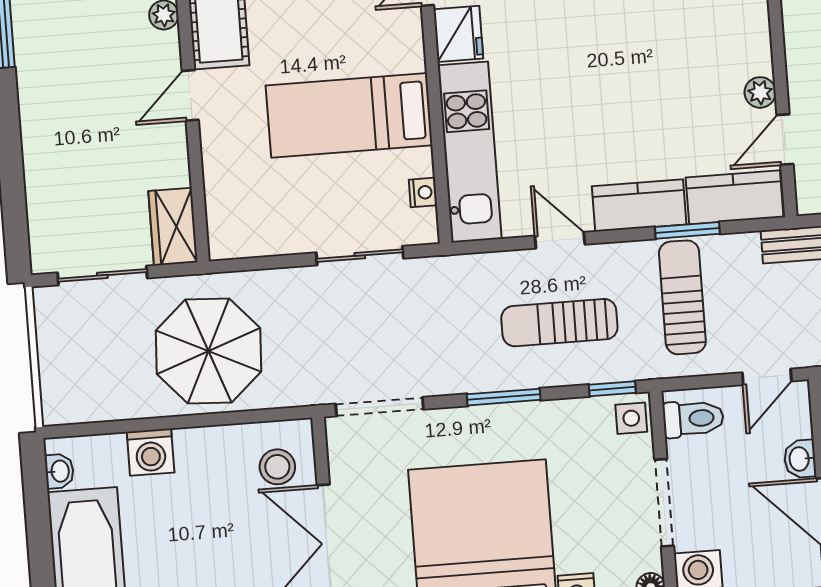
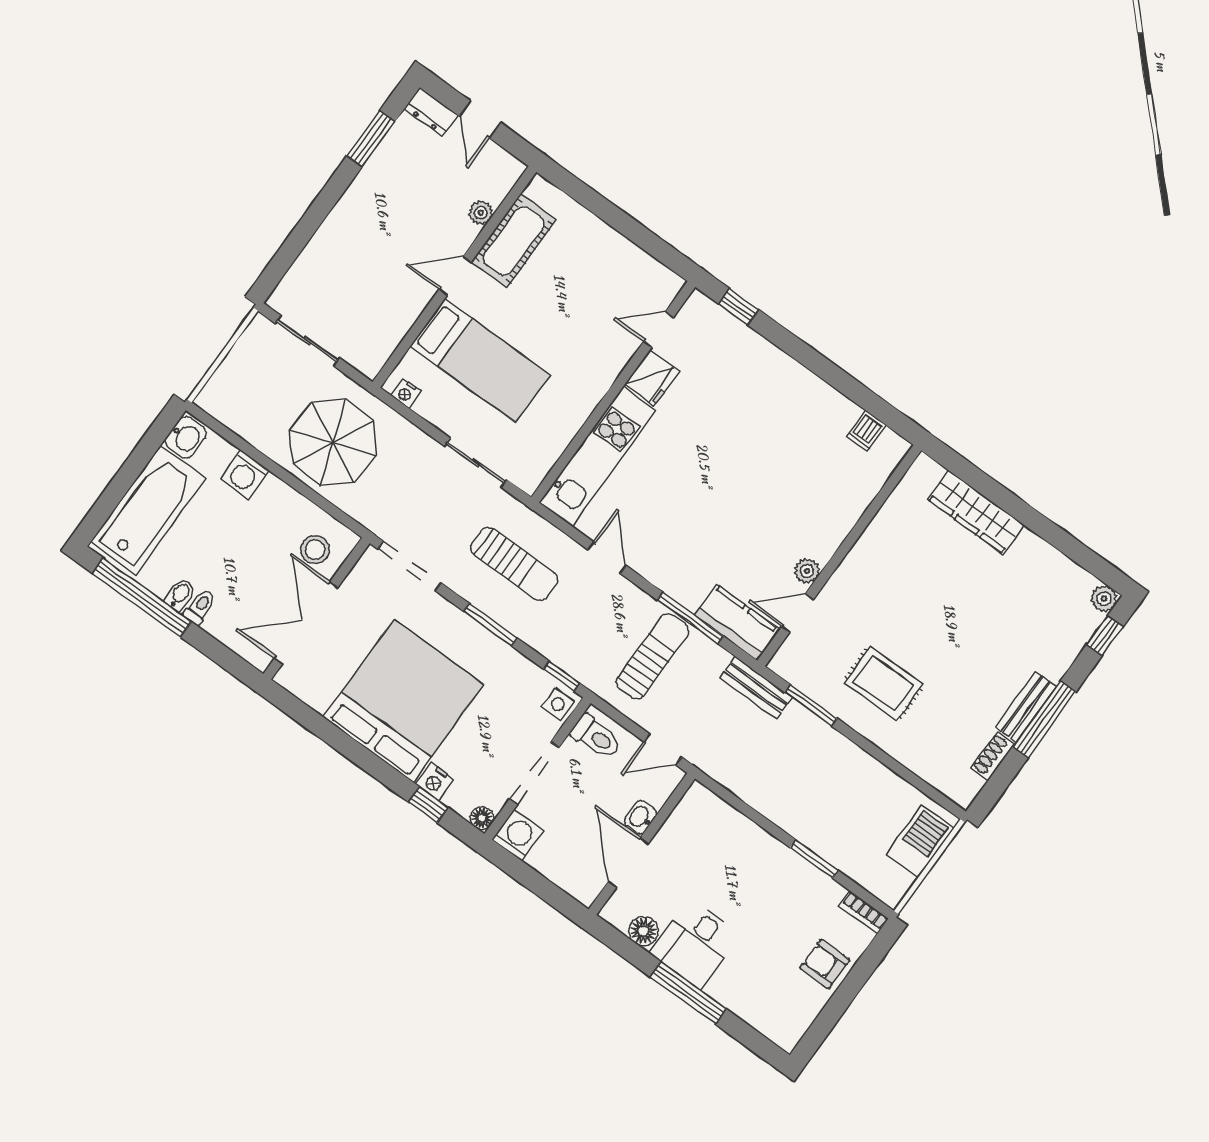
bed: (349, 115) -> (480, 360), moved, turned 180
nightstand: (423, 192) -> (406, 393), moved, turned 90
kitchen counter: (639, 205) -> (674, 577), removed
wardrobe: (173, 227) -> (376, 347), removed
window: (687, 230) -> (690, 618), width x1.44
sun lounger: (559, 323) -> (514, 564), moved, turned 180
washbasin: (59, 471) -> (186, 437), width x1.38, depth x1.45

